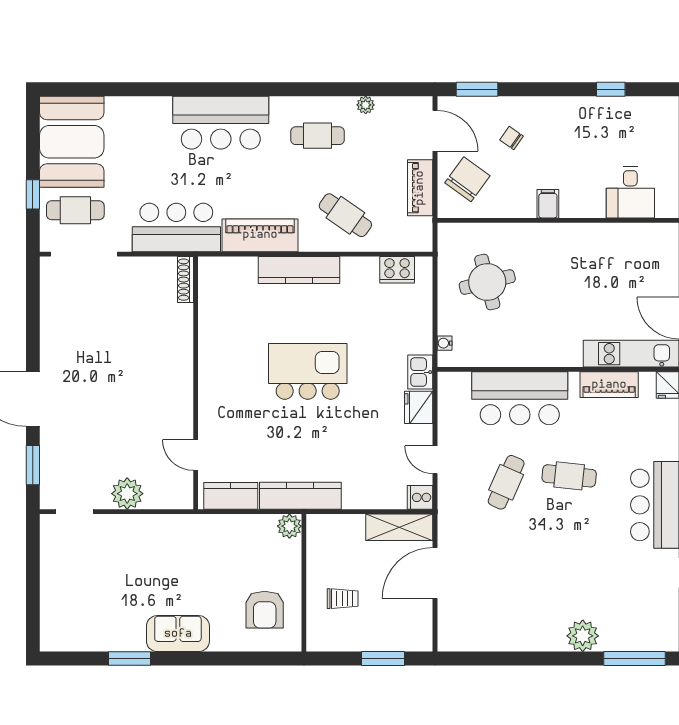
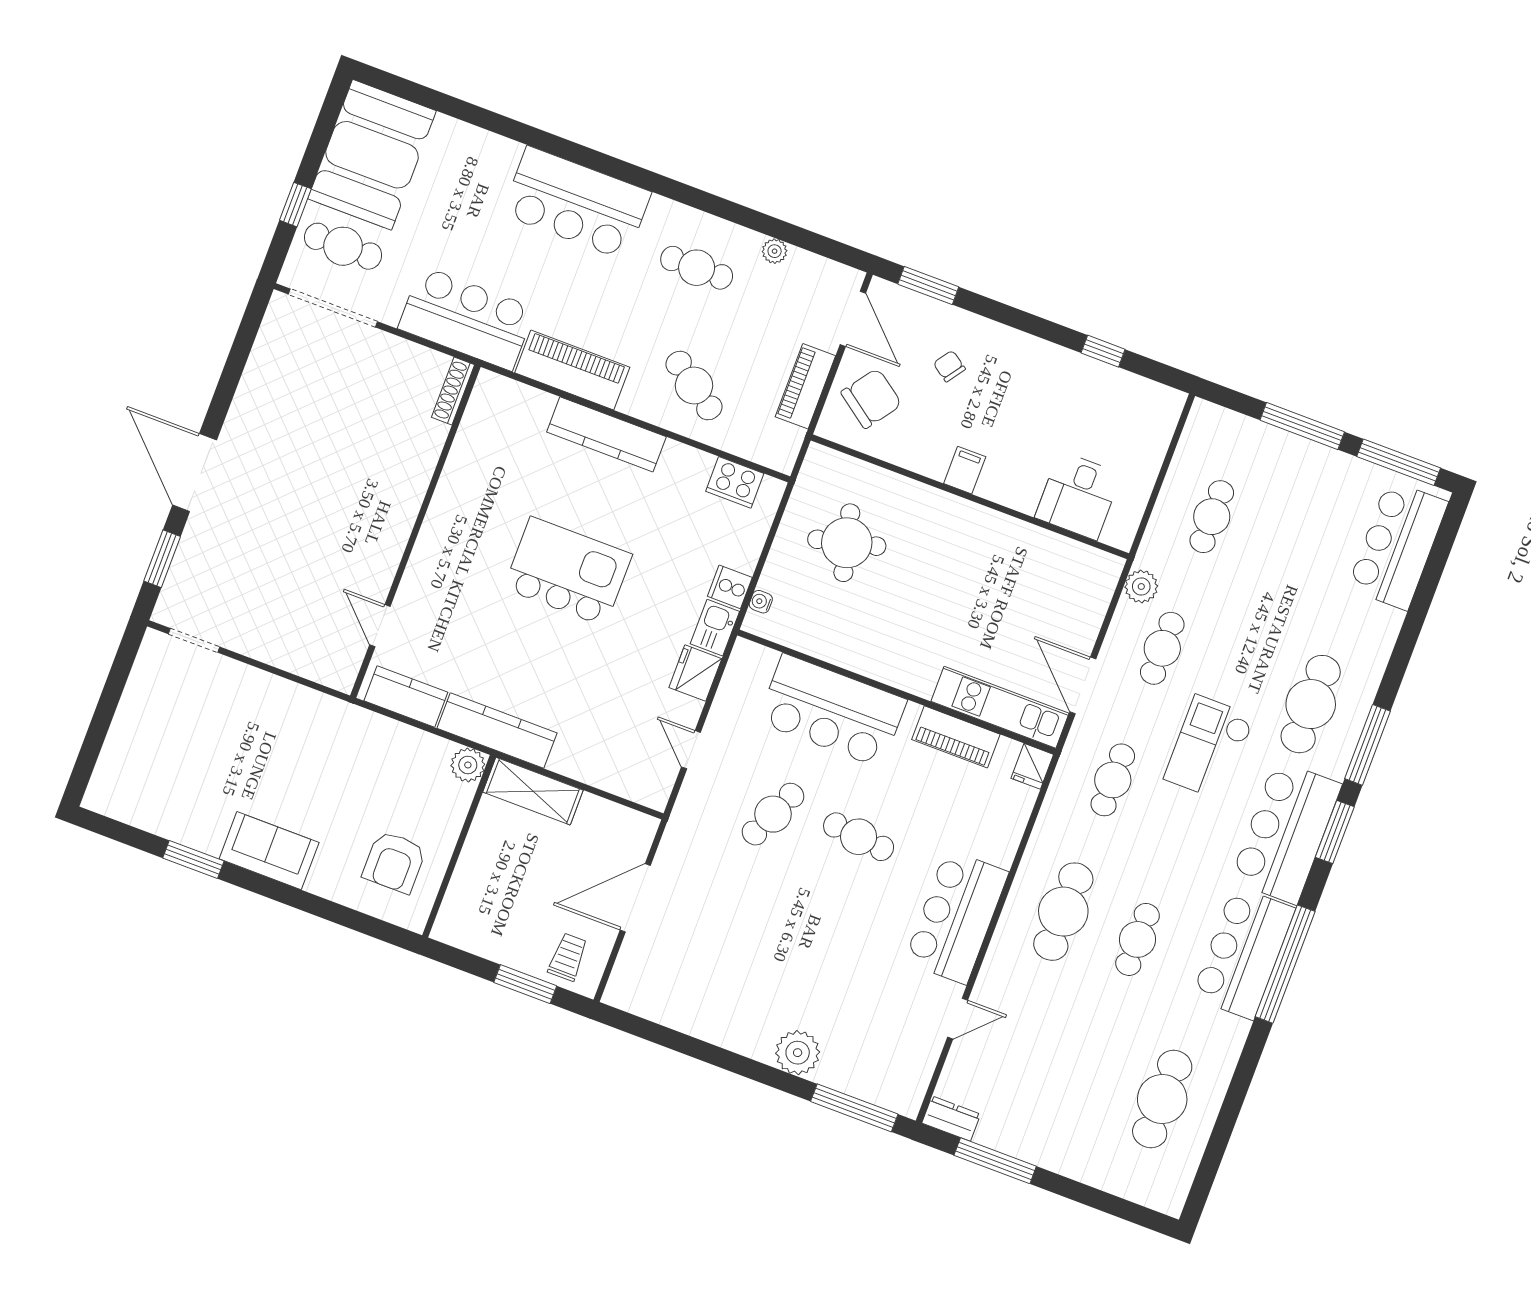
plant: (127, 494) -> (272, 642), removed
cooker: (420, 497) -> (730, 587), moved
shelving: (399, 527) -> (533, 791), moved
trolley: (343, 599) -> (568, 957), moved, turned -90

